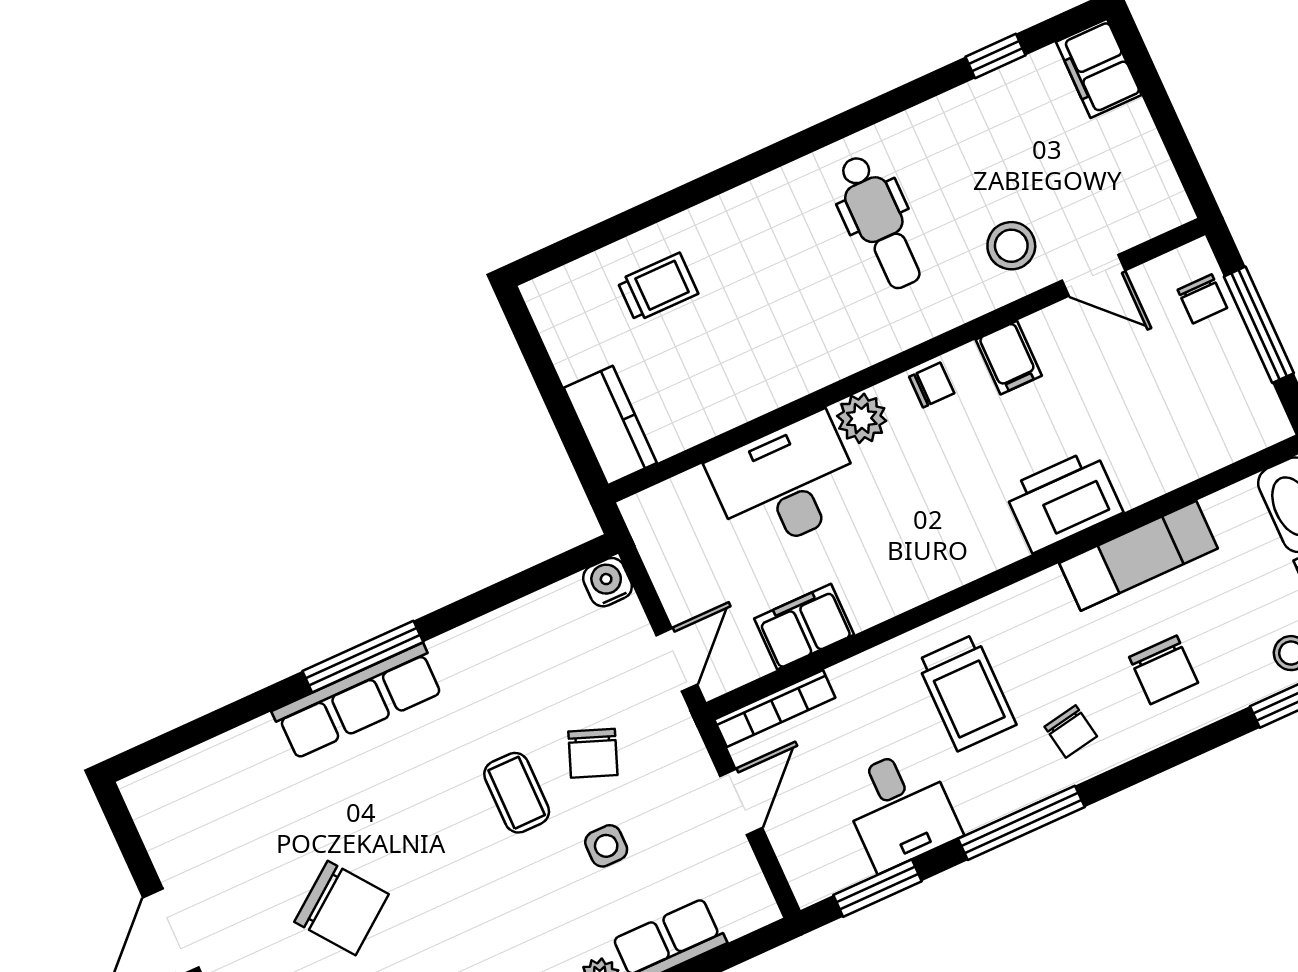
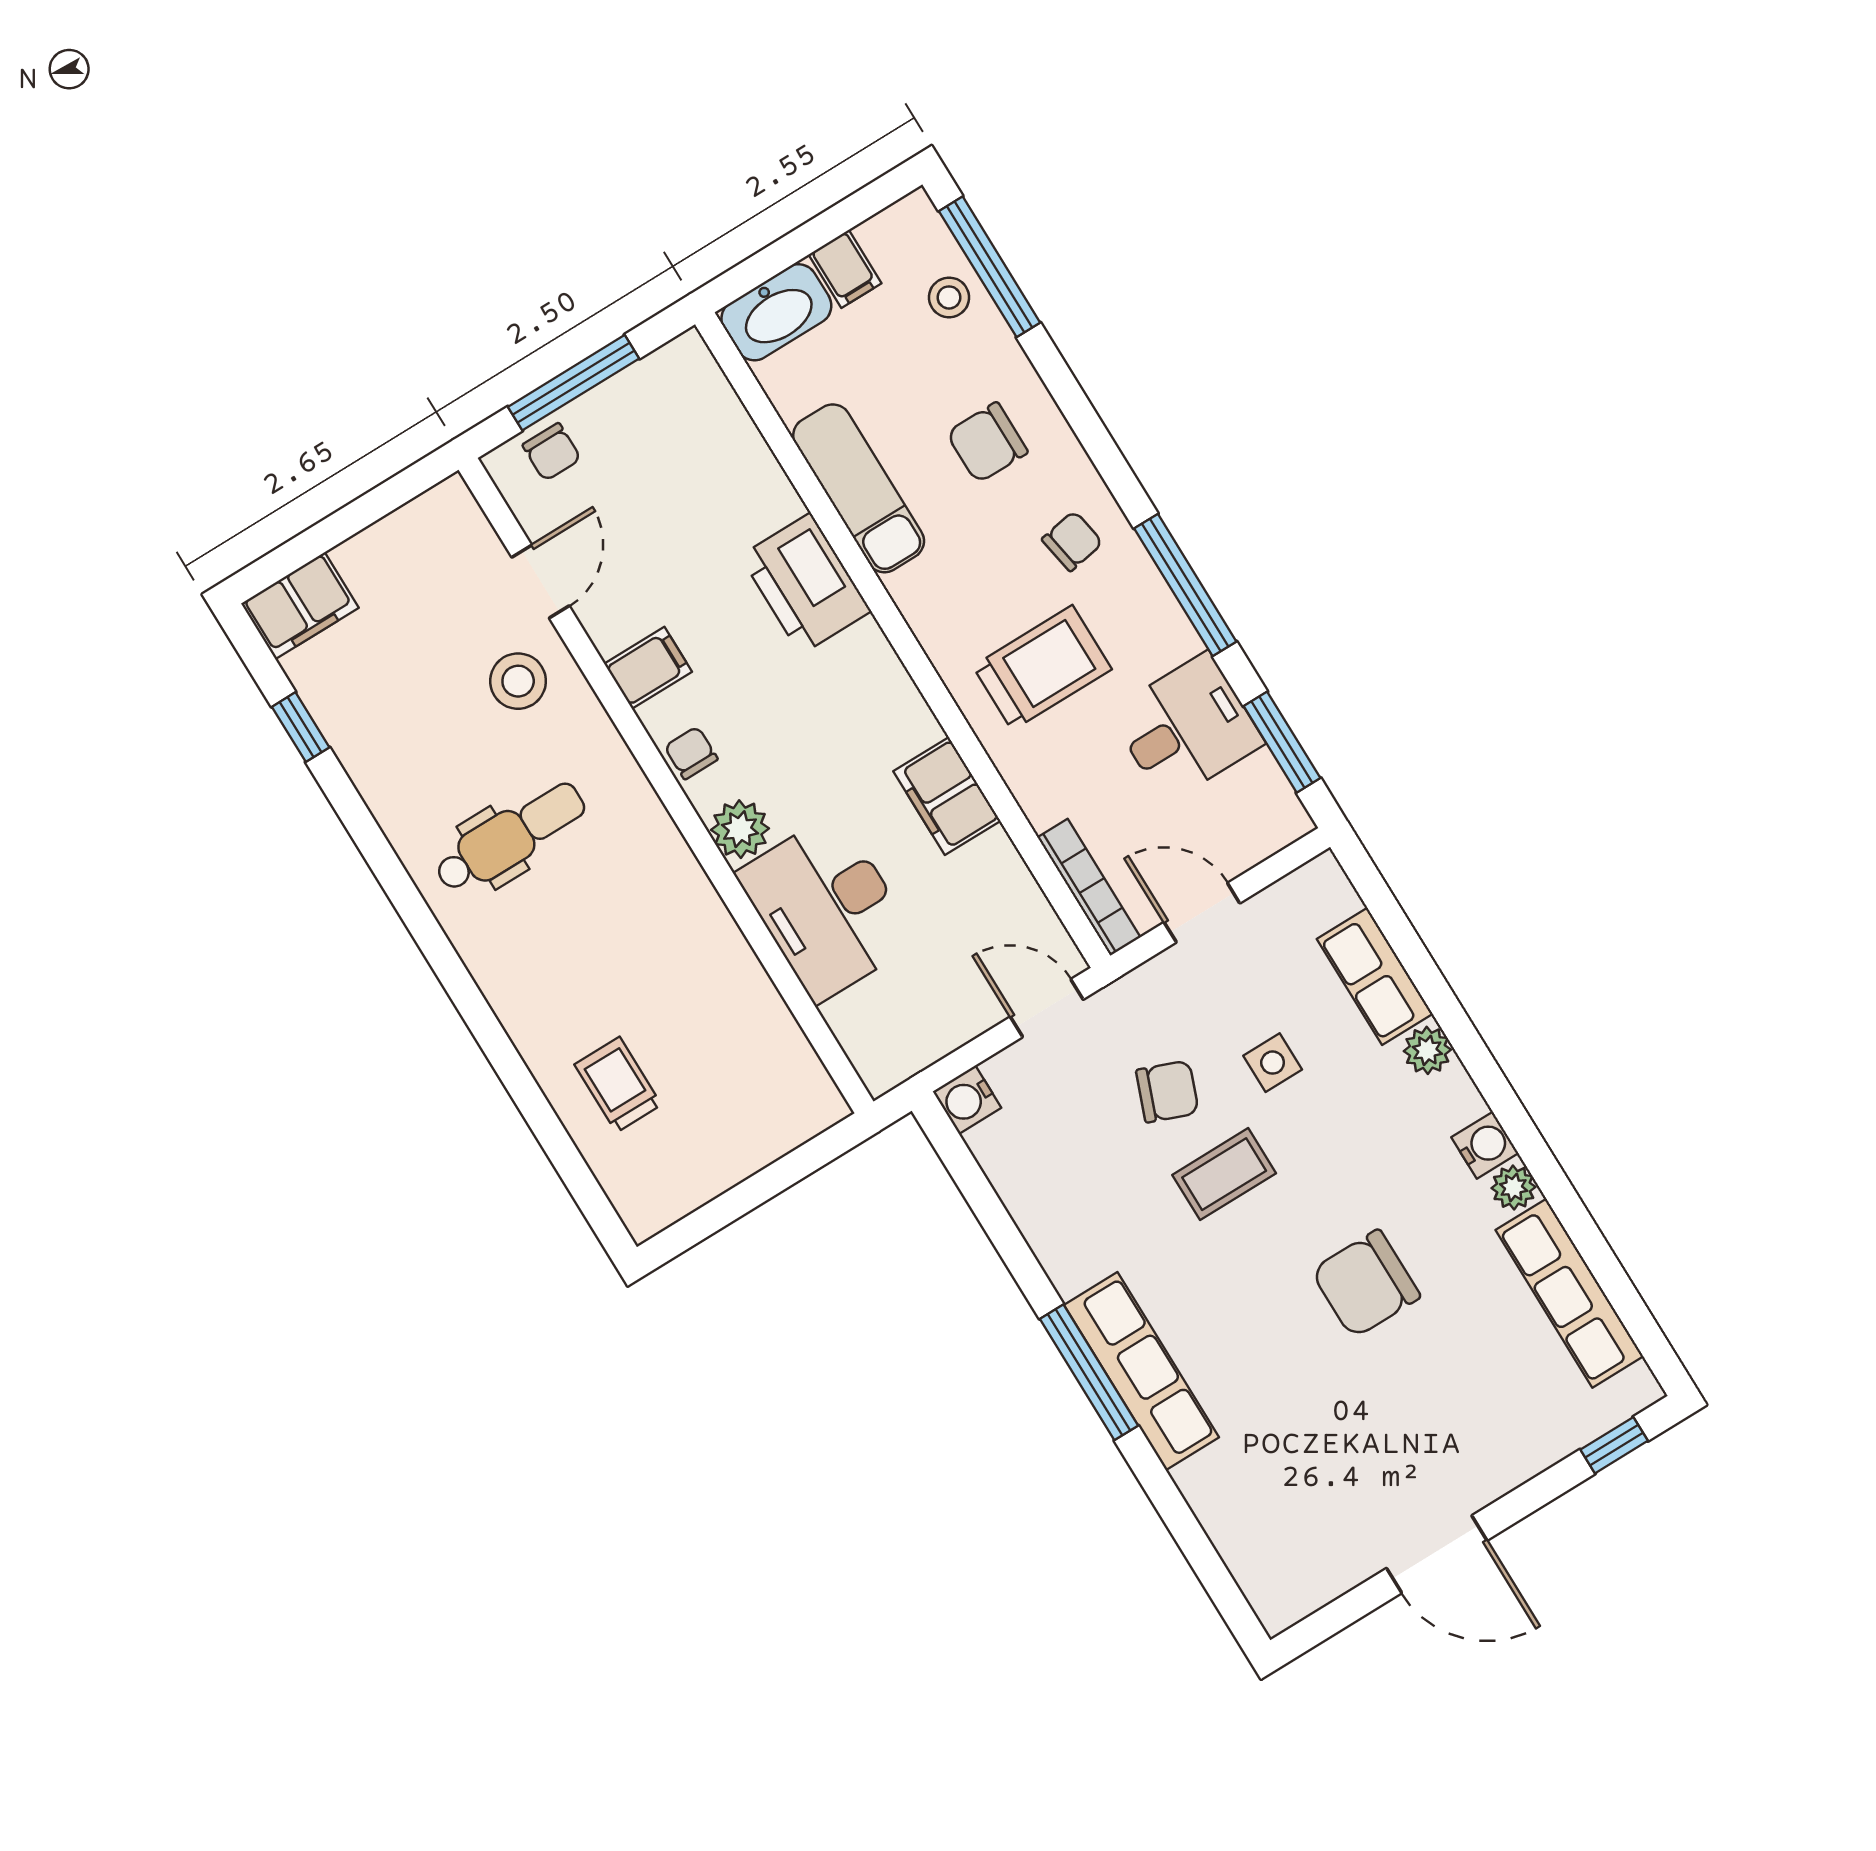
chair: (1202, 299) -> (552, 452), turned 90
kitchen counter: (610, 425) -> (785, 1119), removed
filing cabinet: (804, 627) -> (947, 796), moved
chair: (1164, 670) -> (987, 443), turned 180
chair: (342, 908) -> (1366, 1284), moved, turned -143

